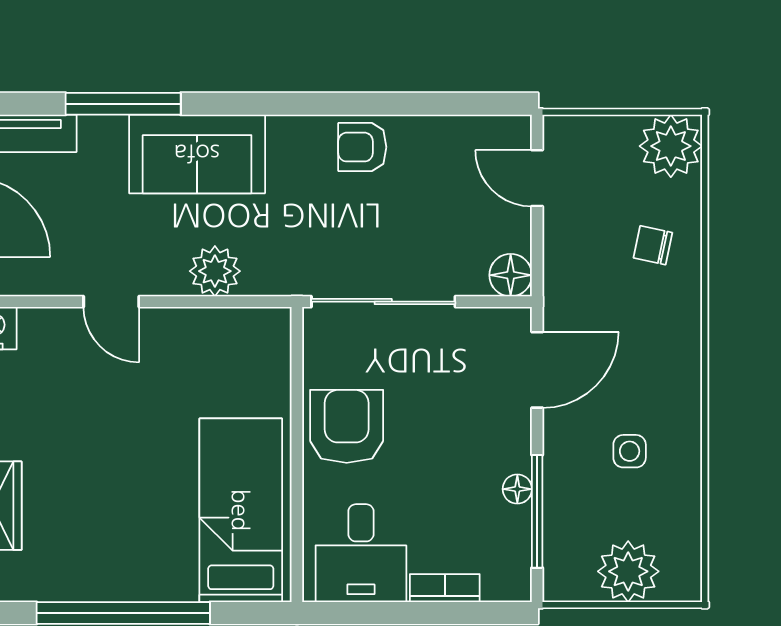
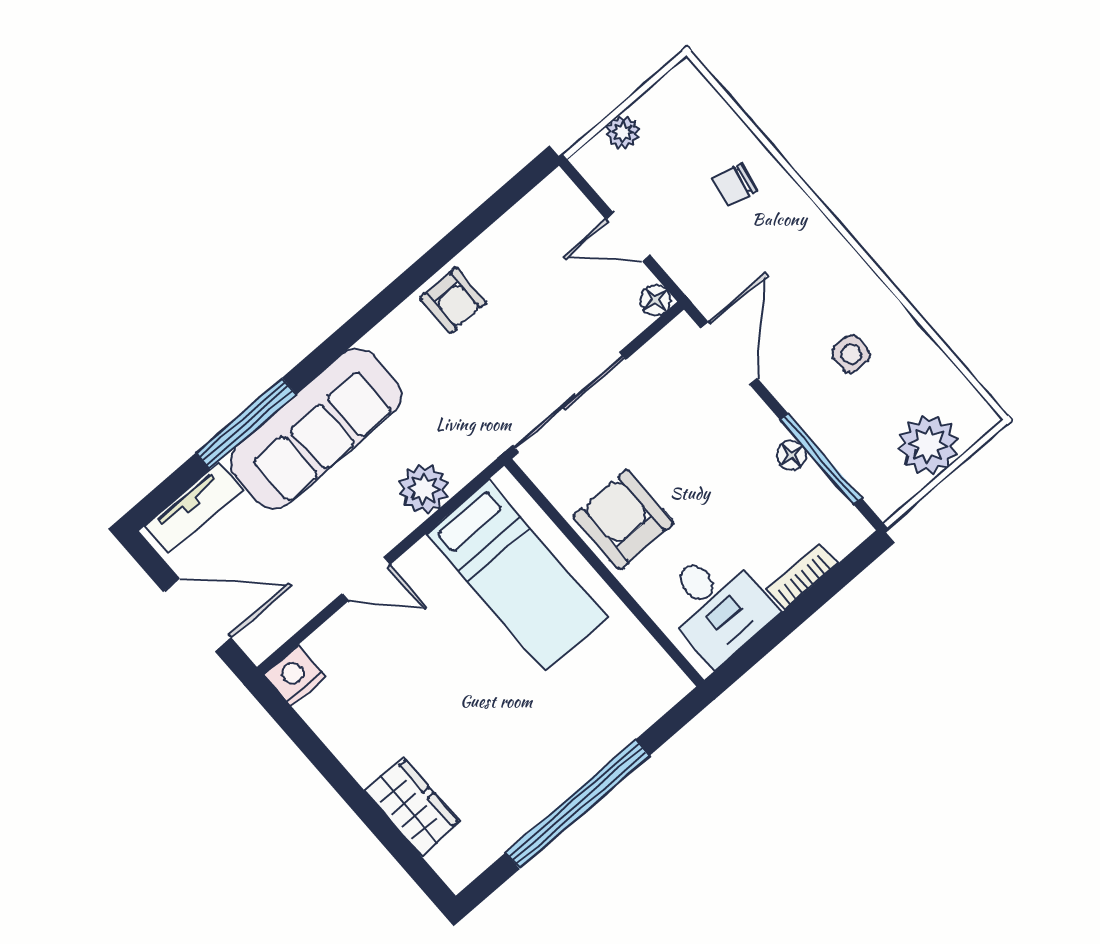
plant: (671, 146) -> (623, 132), moved, width x0.53, depth x0.53
armchair: (362, 147) -> (453, 300), turned -90
sofa: (197, 154) -> (316, 429), width x1.36
door: (537, 178) -> (628, 237), moved
floor lamp: (511, 275) -> (656, 300), width x0.73, depth x0.73
bed: (241, 510) -> (517, 576), moved, turned 180

